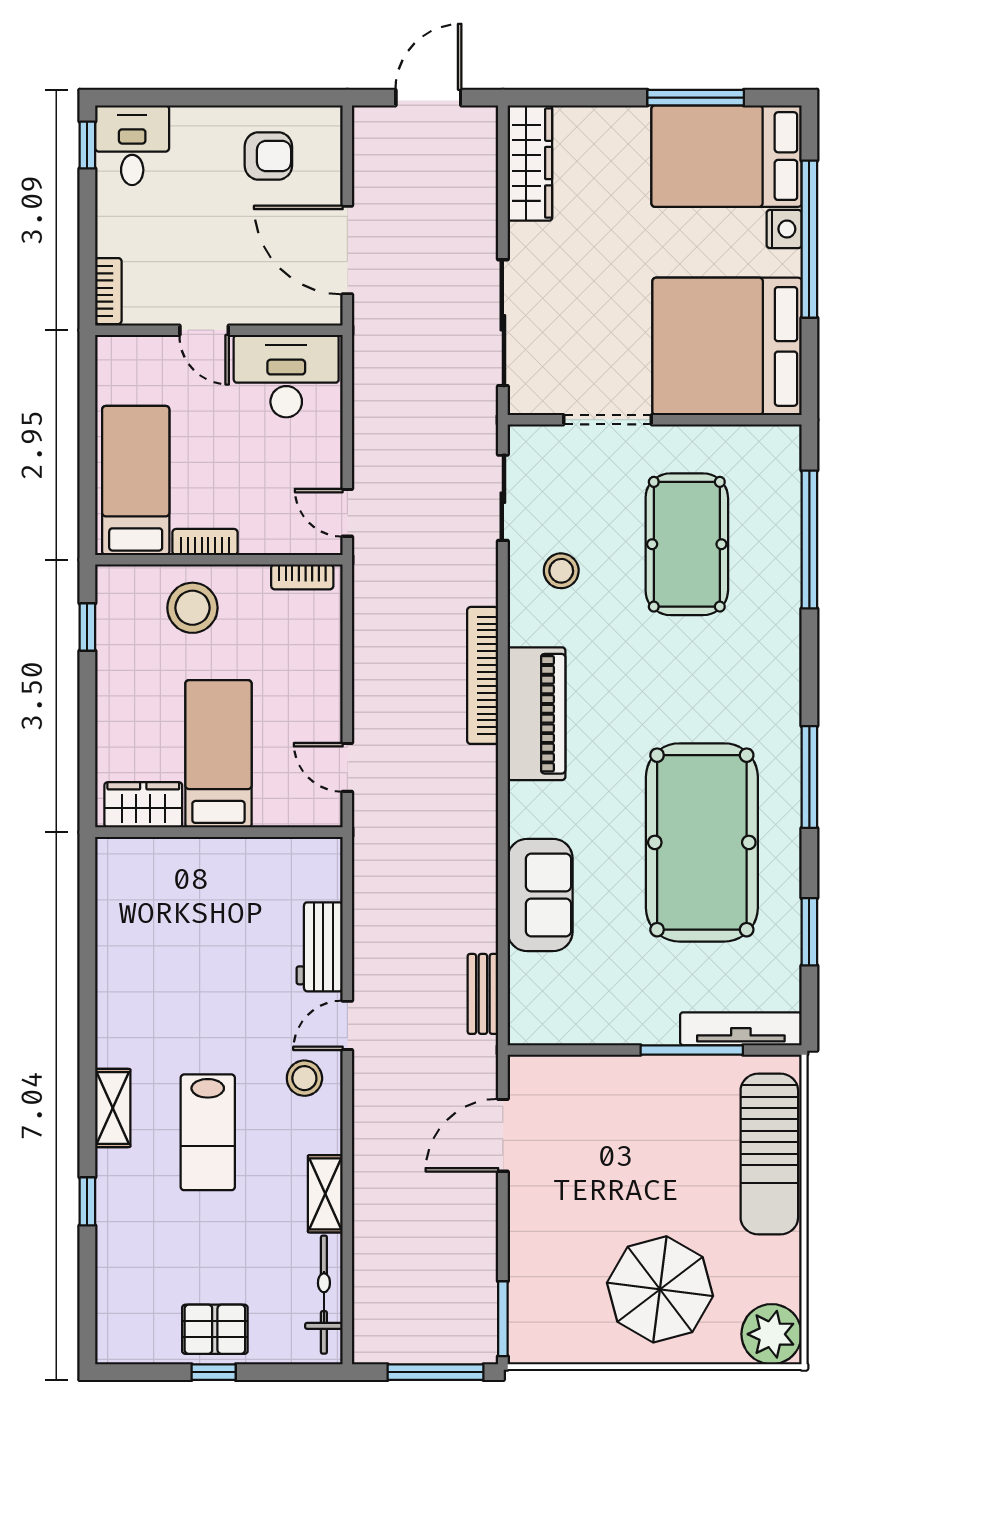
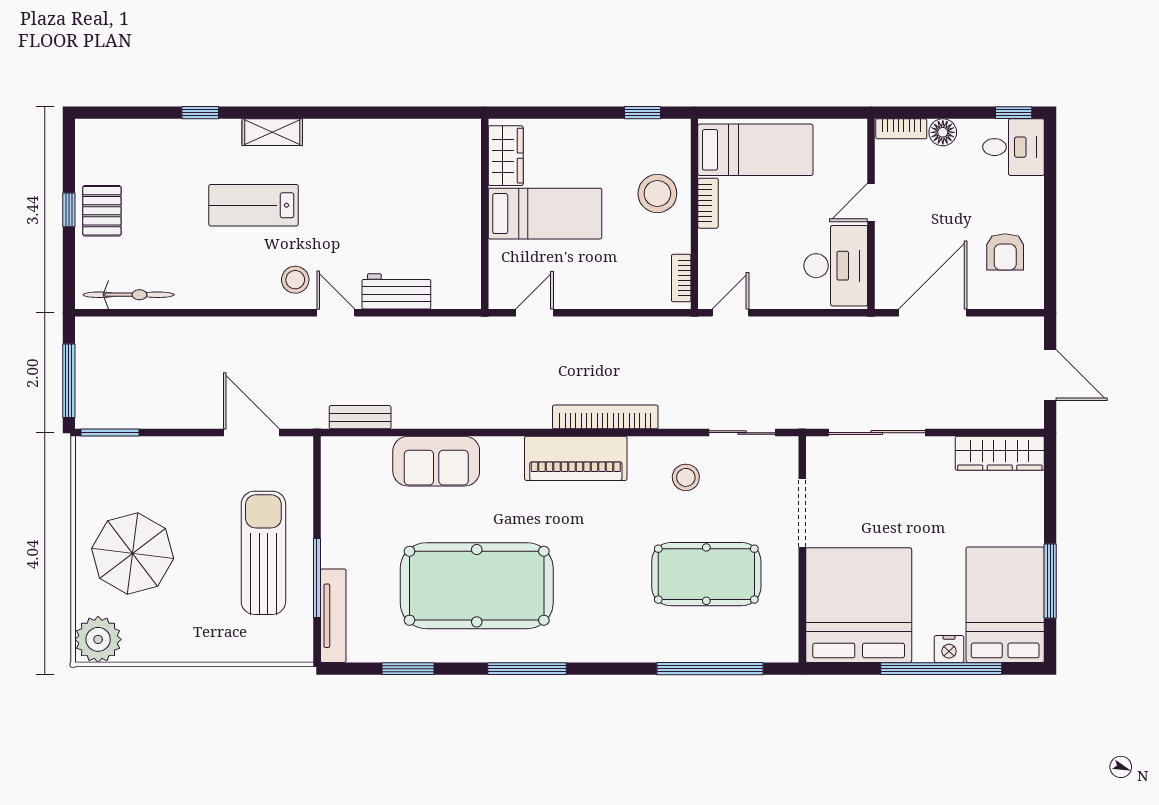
floor lamp: (113, 237) -> (943, 132), added
sun lounger: (769, 1154) -> (263, 553), moved, turned 90
shelving: (325, 1194) -> (206, 296), removed

